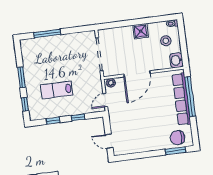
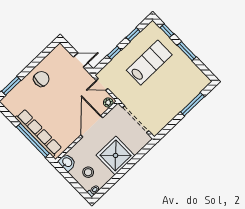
shower: (141, 31) -> (116, 155), width x1.86, depth x1.86
lab bench: (57, 90) -> (149, 63), width x1.36, depth x1.39
door: (105, 100) -> (102, 84), swing flipped
chair: (177, 138) -> (41, 79), moved
door: (109, 141) -> (81, 60), moved

